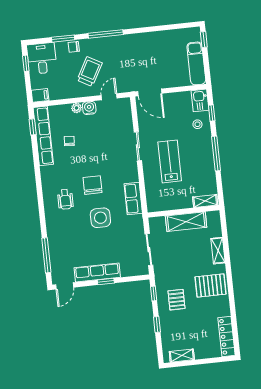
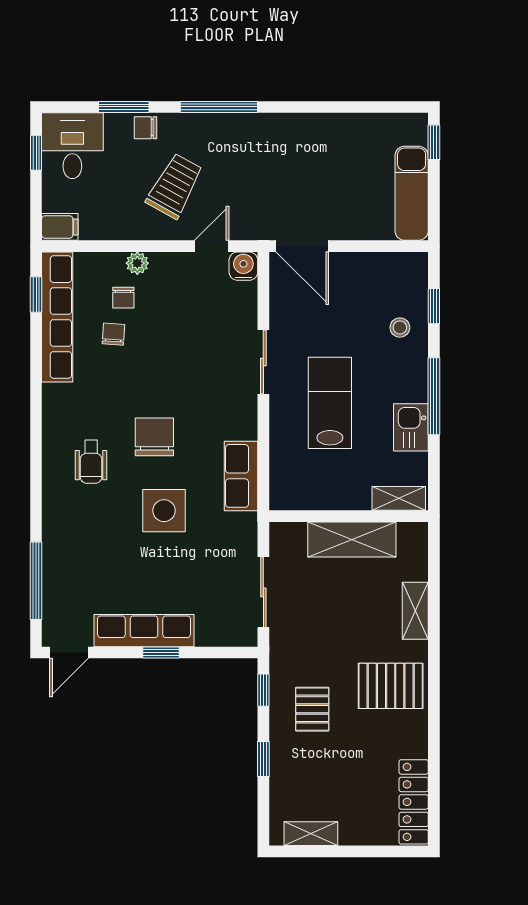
kitchen sink: (200, 100) -> (411, 427), moved
water cooler: (89, 108) -> (243, 266), moved
chair: (72, 124) -> (123, 298), added

